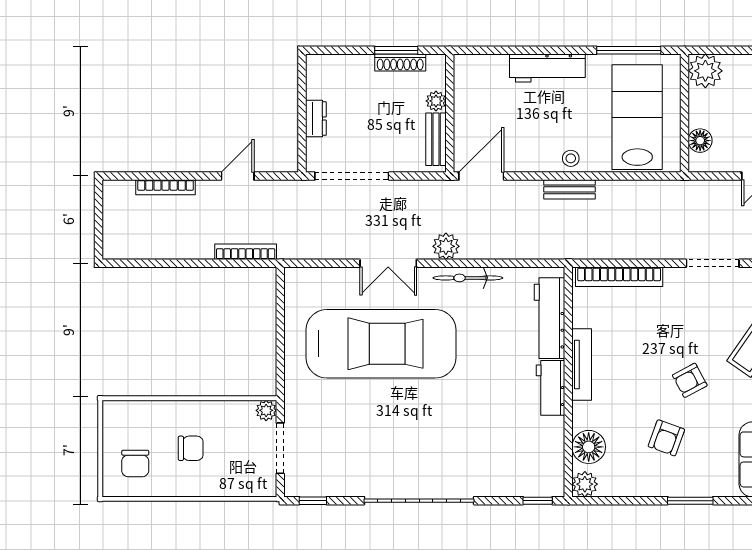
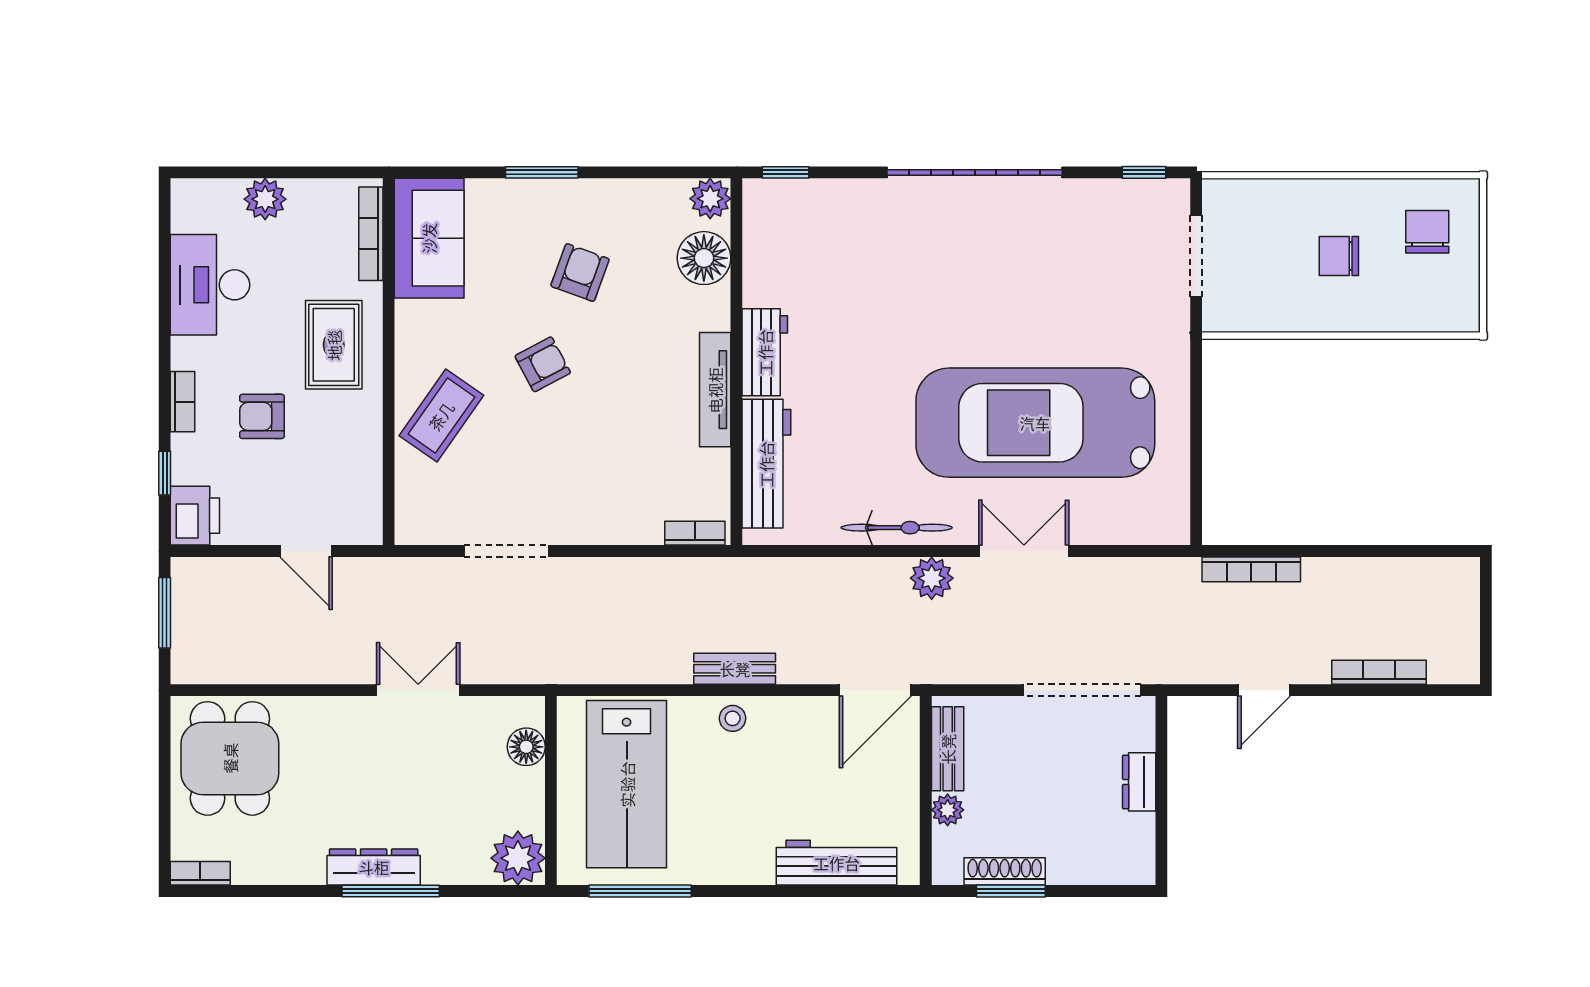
workbench: (547, 68) -> (837, 863), moved
bookcase: (619, 277) -> (695, 533), width x0.43, depth x0.76
plant: (266, 410) -> (1218, 316), removed

